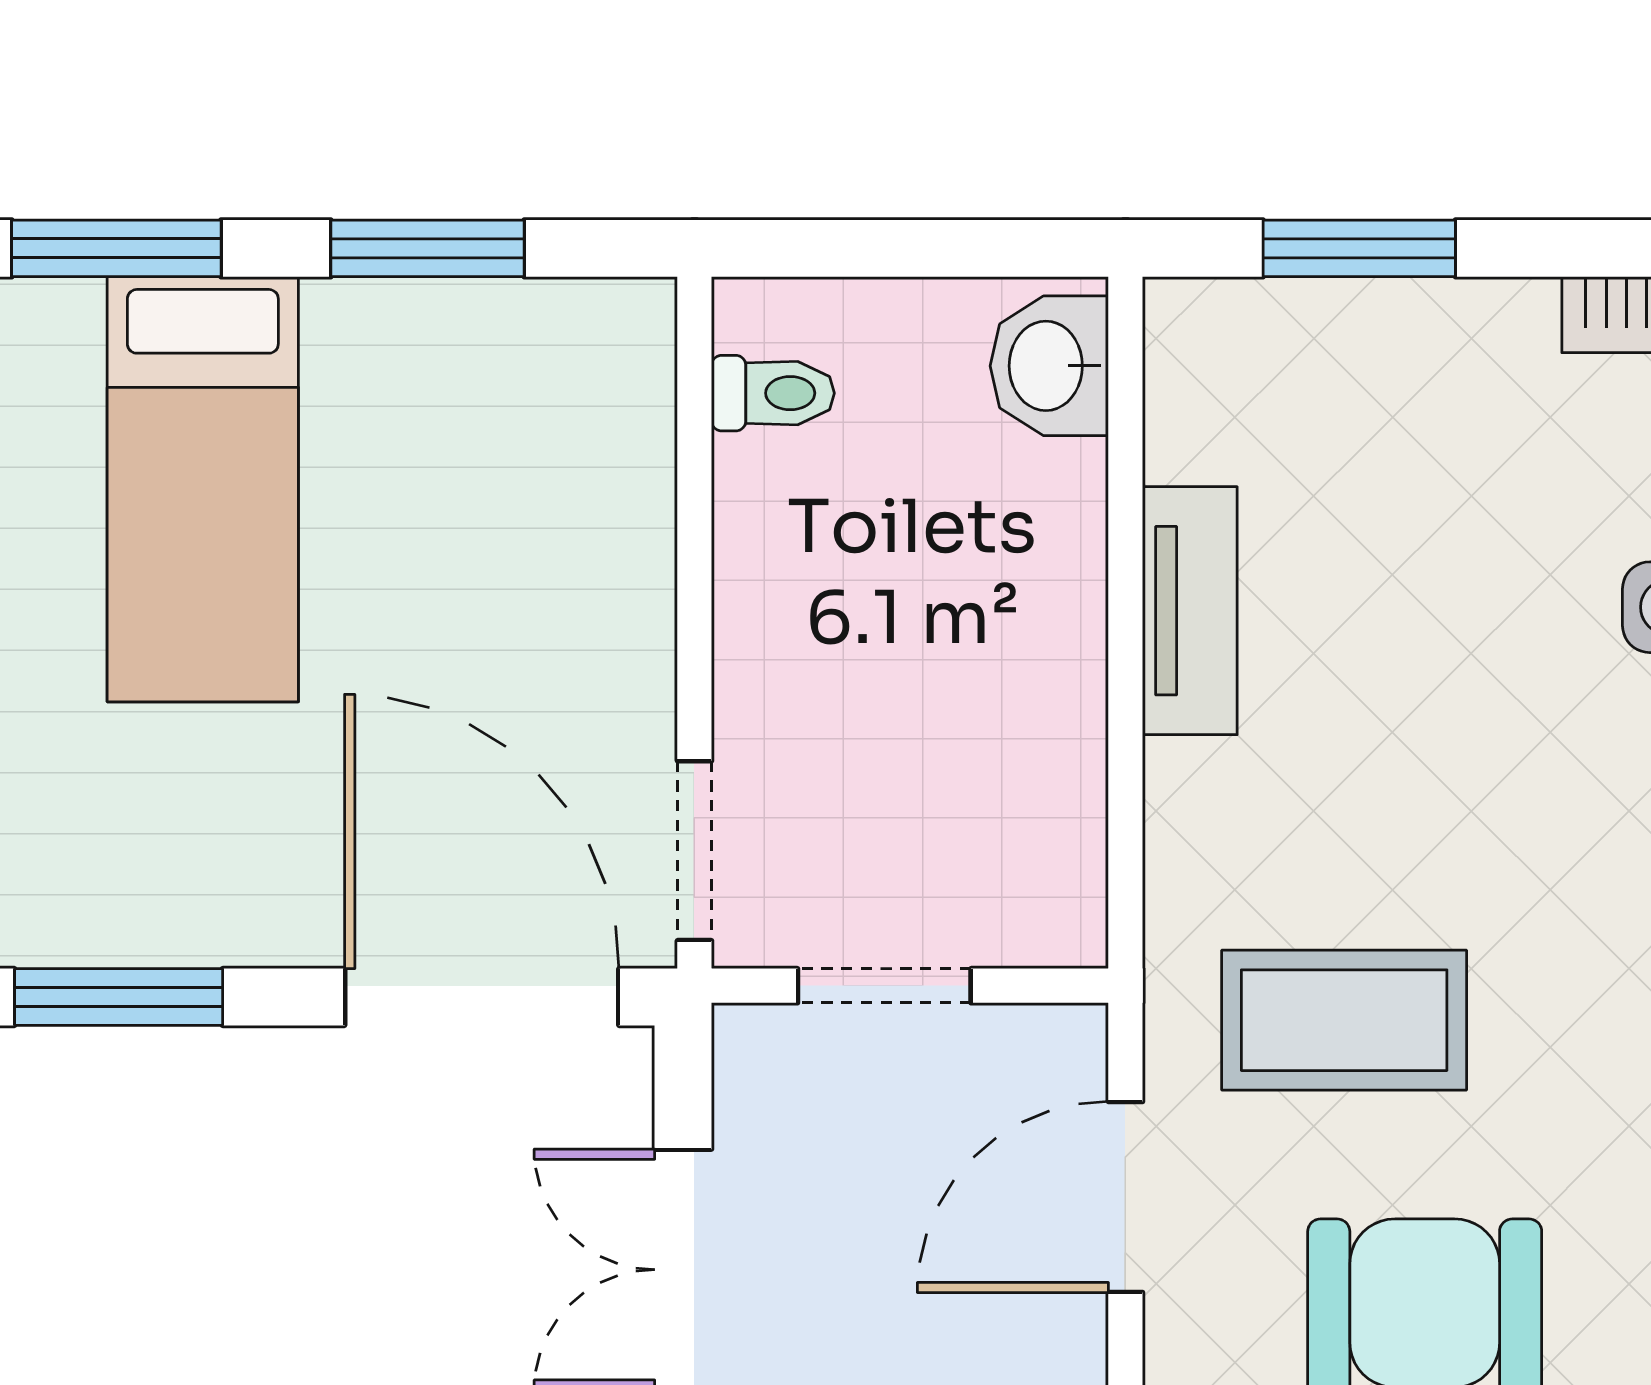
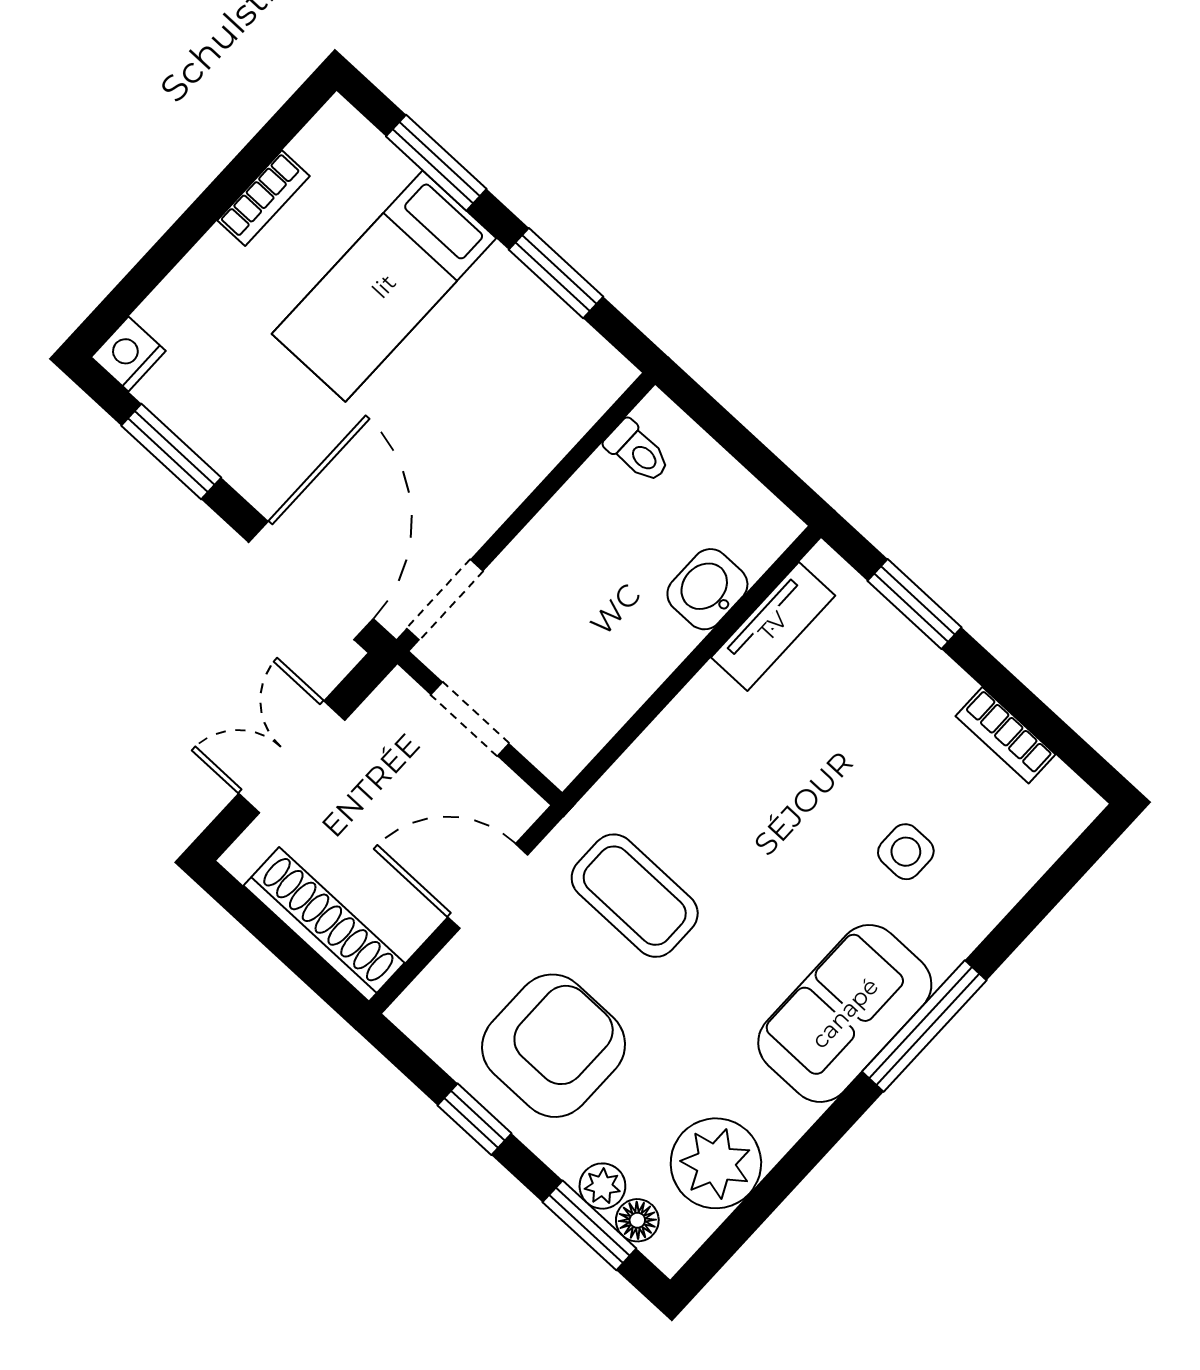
washbasin: (1049, 366) -> (707, 589), moved
tv unit: (1190, 611) -> (773, 626), moved

